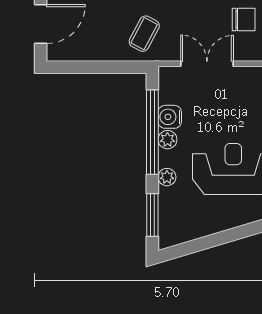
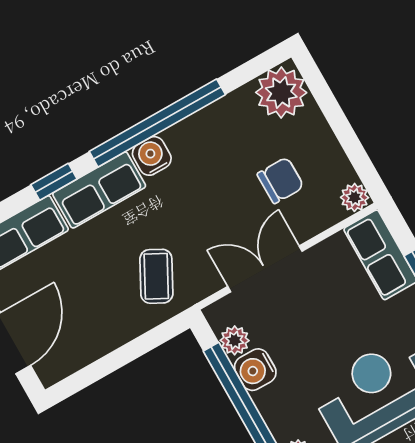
plant: (167, 140) -> (235, 340), moved

